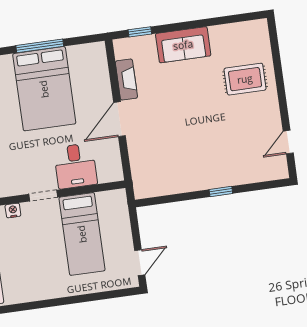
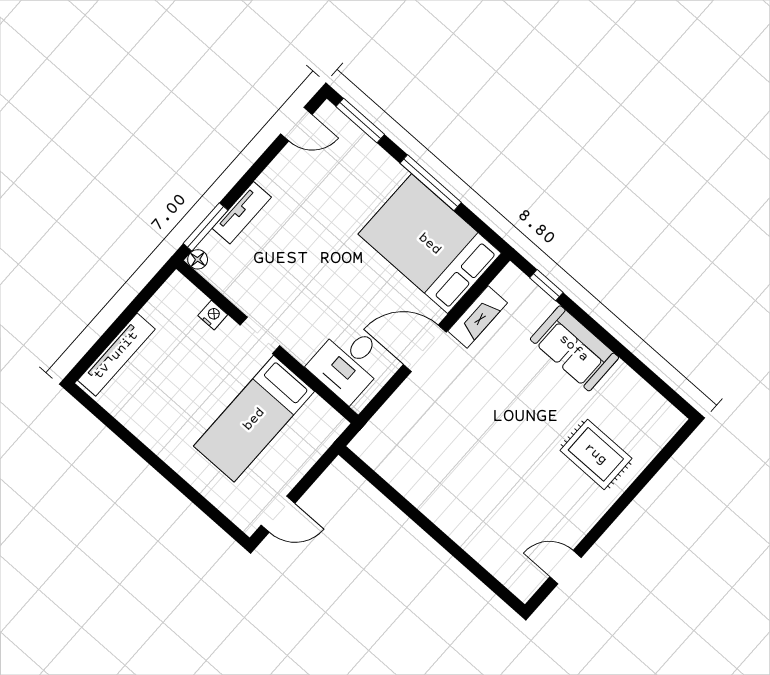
bed: (44, 89) -> (430, 244), moved, turned 90
desk: (75, 166) -> (348, 363), moved
window: (221, 192) -> (441, 538), removed

